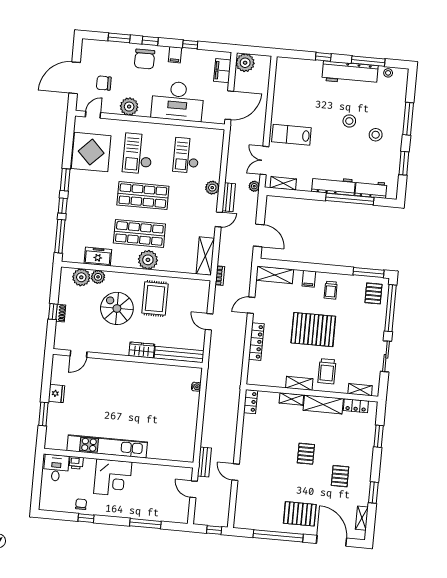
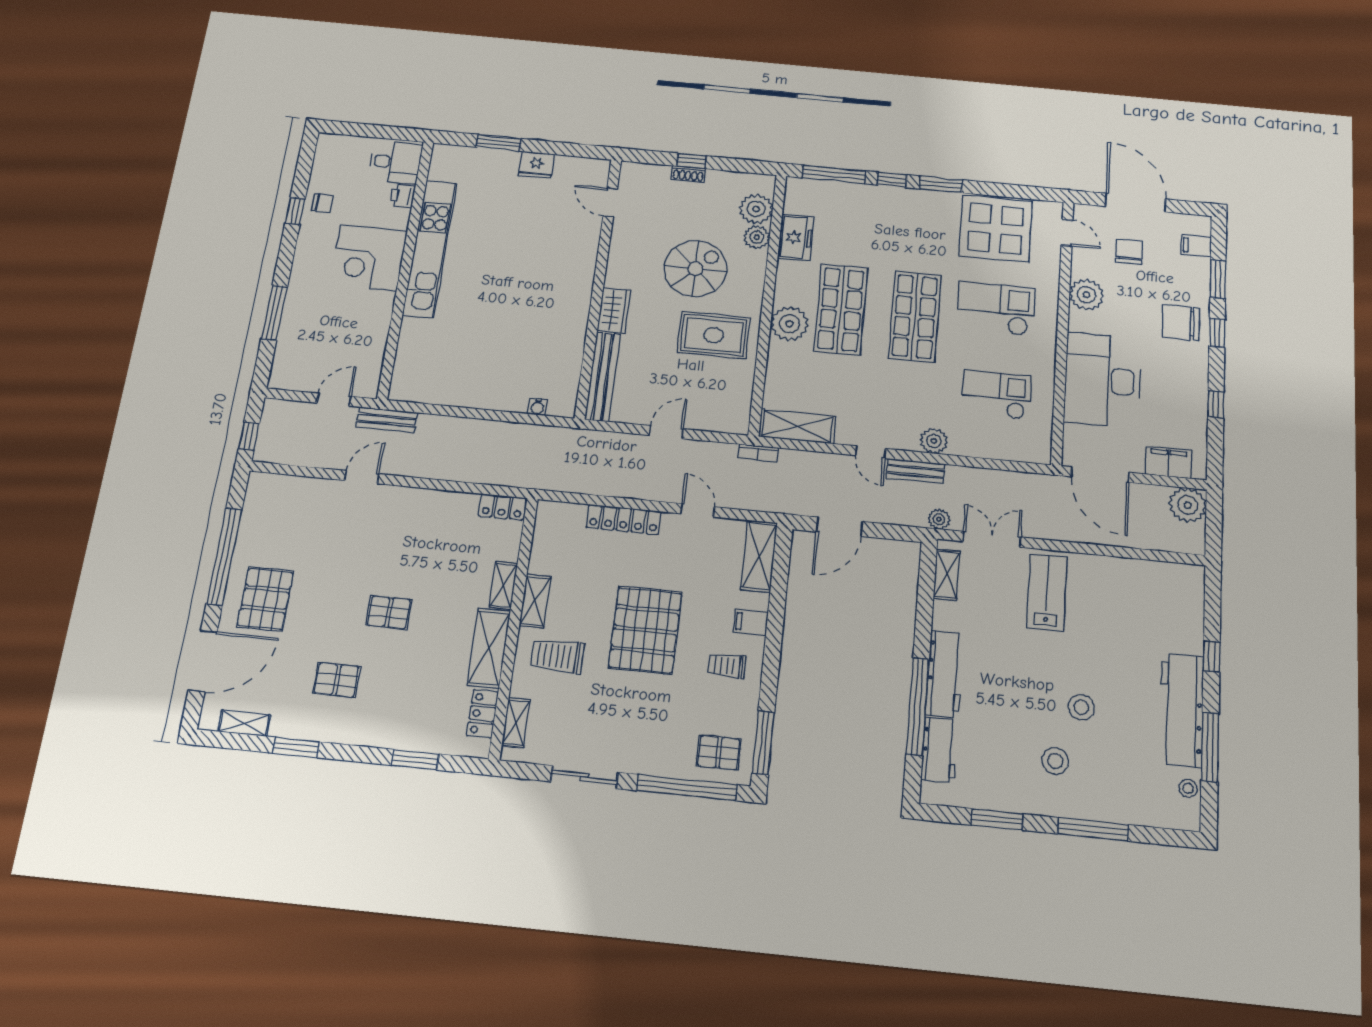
filing cabinet: (175, 55) -> (1196, 246), moved

